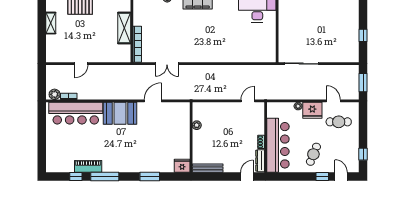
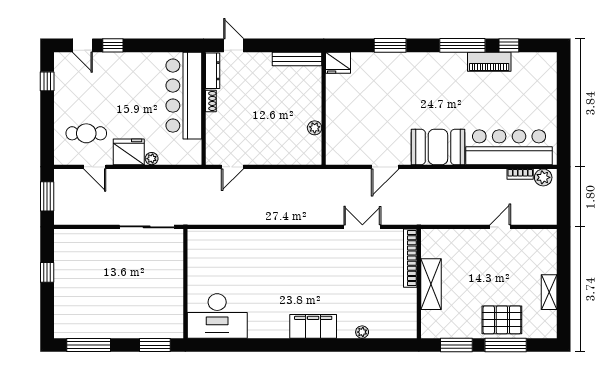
cafe table: (313, 154) -> (127, 81), removed
door: (247, 176) -> (234, 45), swing flipped

